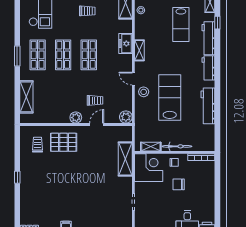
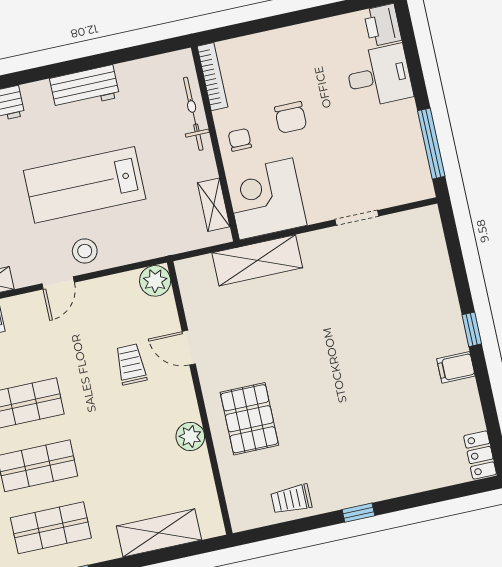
workbench: (208, 106) -> (85, 88), width x0.73
plant: (76, 118) -> (190, 436), moved
trolley: (38, 145) -> (291, 499), moved
bicycle: (177, 146) -> (193, 114), moved

